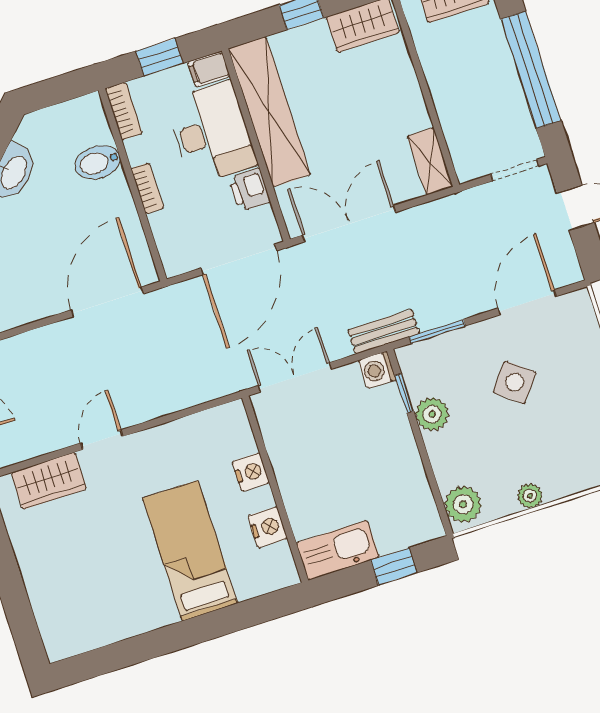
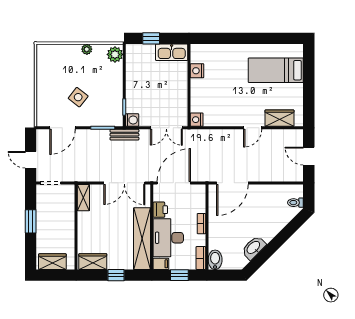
window: (531, 70) -> (31, 221), width x0.47
bidet: (98, 162) -> (215, 260), moved, turned -90
plant: (432, 414) -> (116, 95), removed
nightstand: (251, 472) -> (197, 120), moved
bed: (190, 551) -> (276, 70), moved, turned 90

